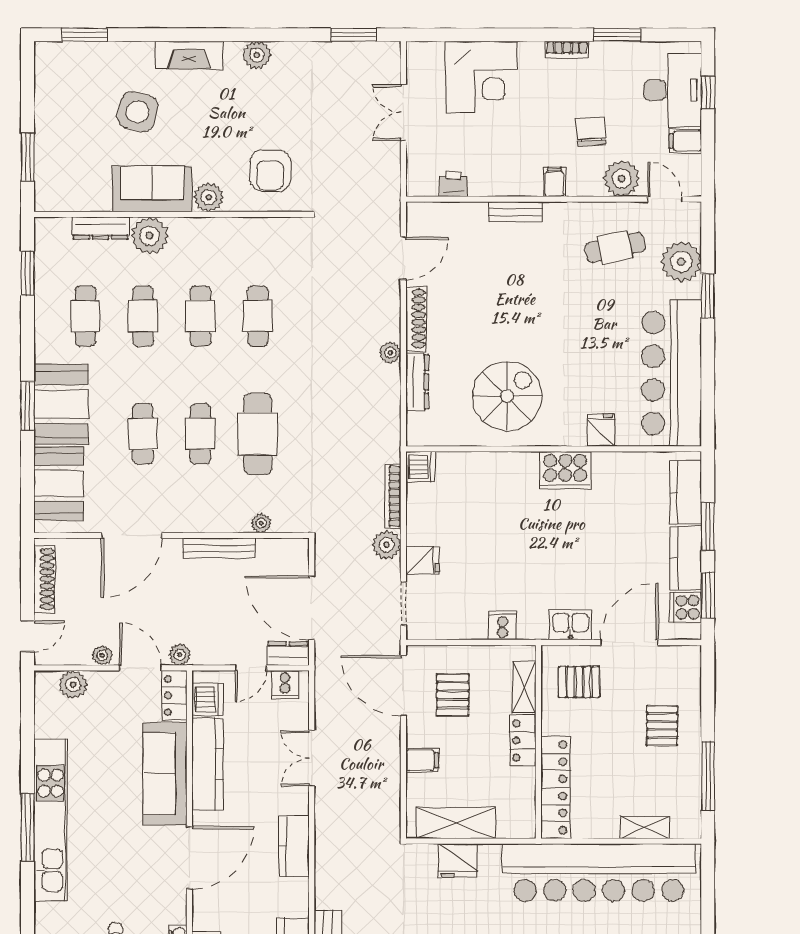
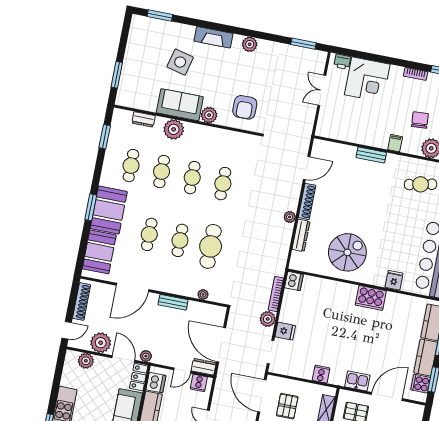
printer: (454, 184) -> (342, 62), moved, turned 180
dresser: (100, 228) -> (144, 119), width x0.70
bench: (219, 548) -> (173, 302), width x0.73
plant: (102, 655) -> (101, 343), width x1.88, depth x1.88

